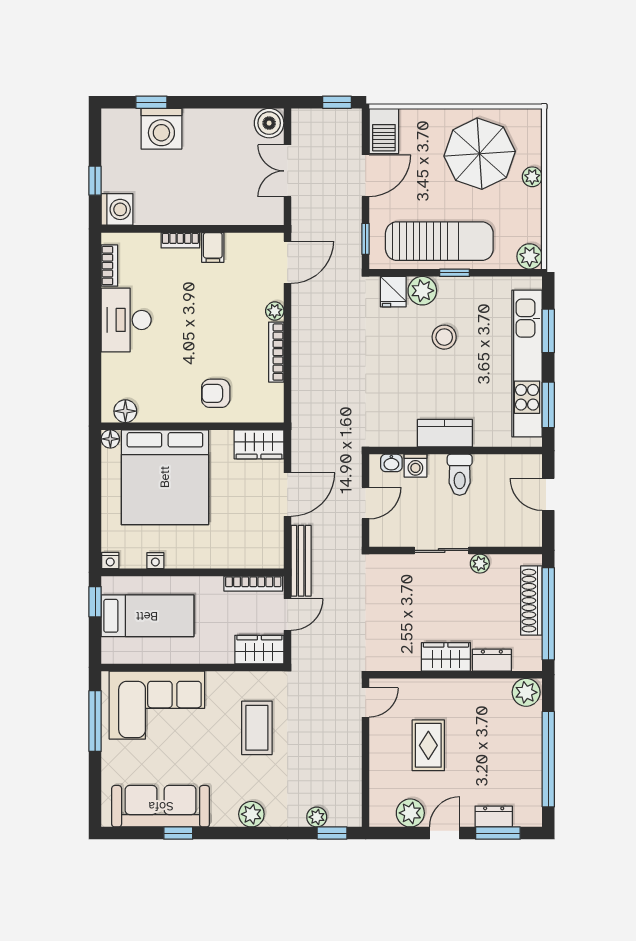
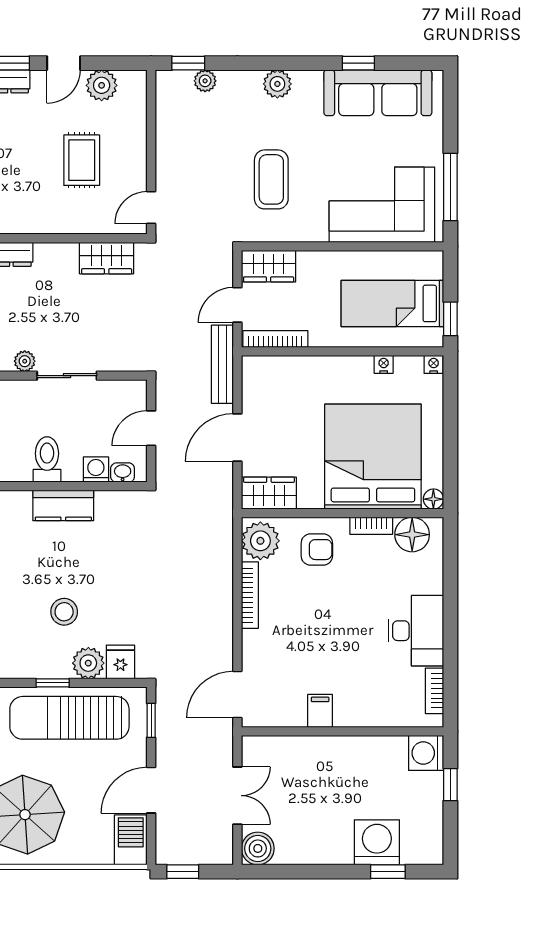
bookcase: (180, 240) -> (371, 526), moved, turned 180
plant: (275, 311) -> (260, 541), moved, width x1.88, depth x1.88
floor lamp: (125, 411) -> (412, 535), width x1.38, depth x1.38
wardrobe: (446, 657) -> (107, 258), moved

